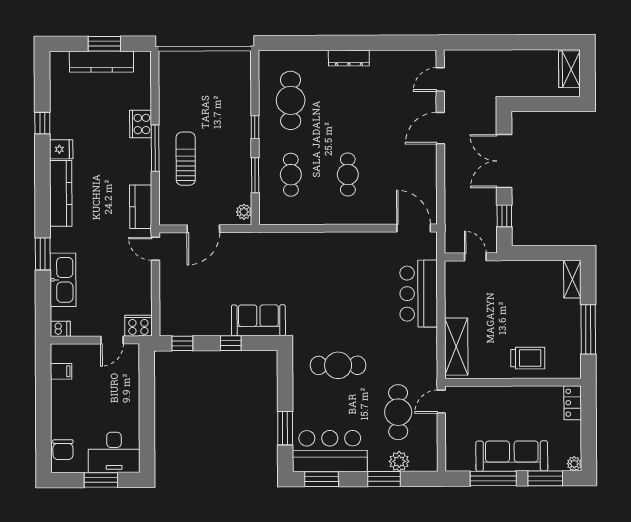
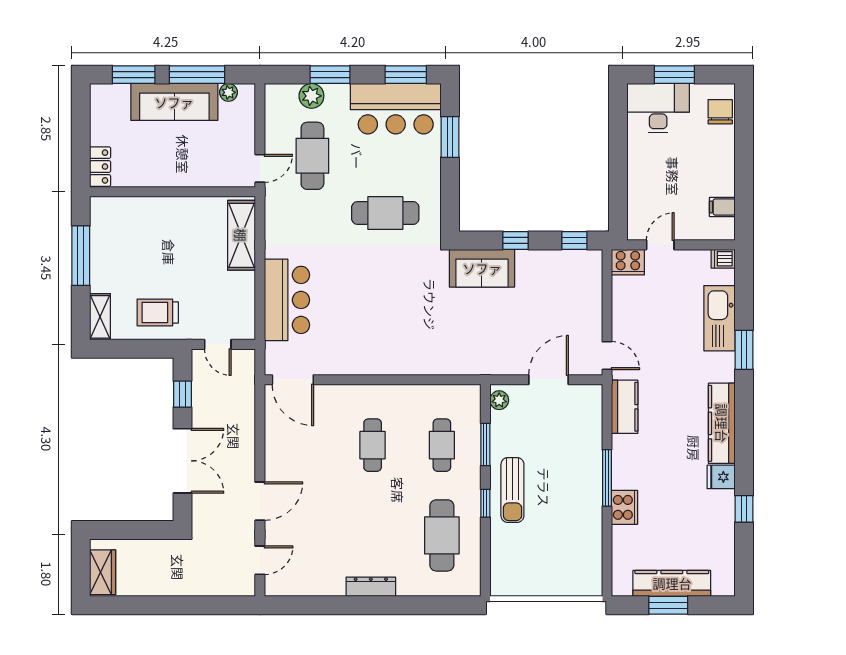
sun lounger: (186, 159) -> (512, 490), moved
trolley: (528, 358) -> (158, 312), moved
plant: (574, 464) -> (228, 92), moved

